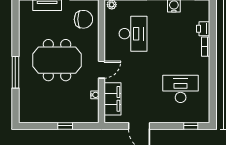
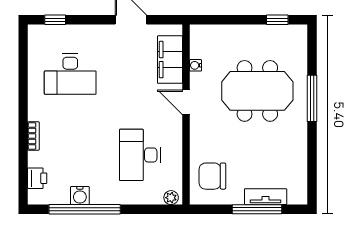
printer: (203, 29) -> (37, 178), moved
meeting table: (57, 60) -> (257, 91), moved
door: (101, 70) -> (186, 102), hinge flipped
window: (65, 126) -> (277, 20), moved

